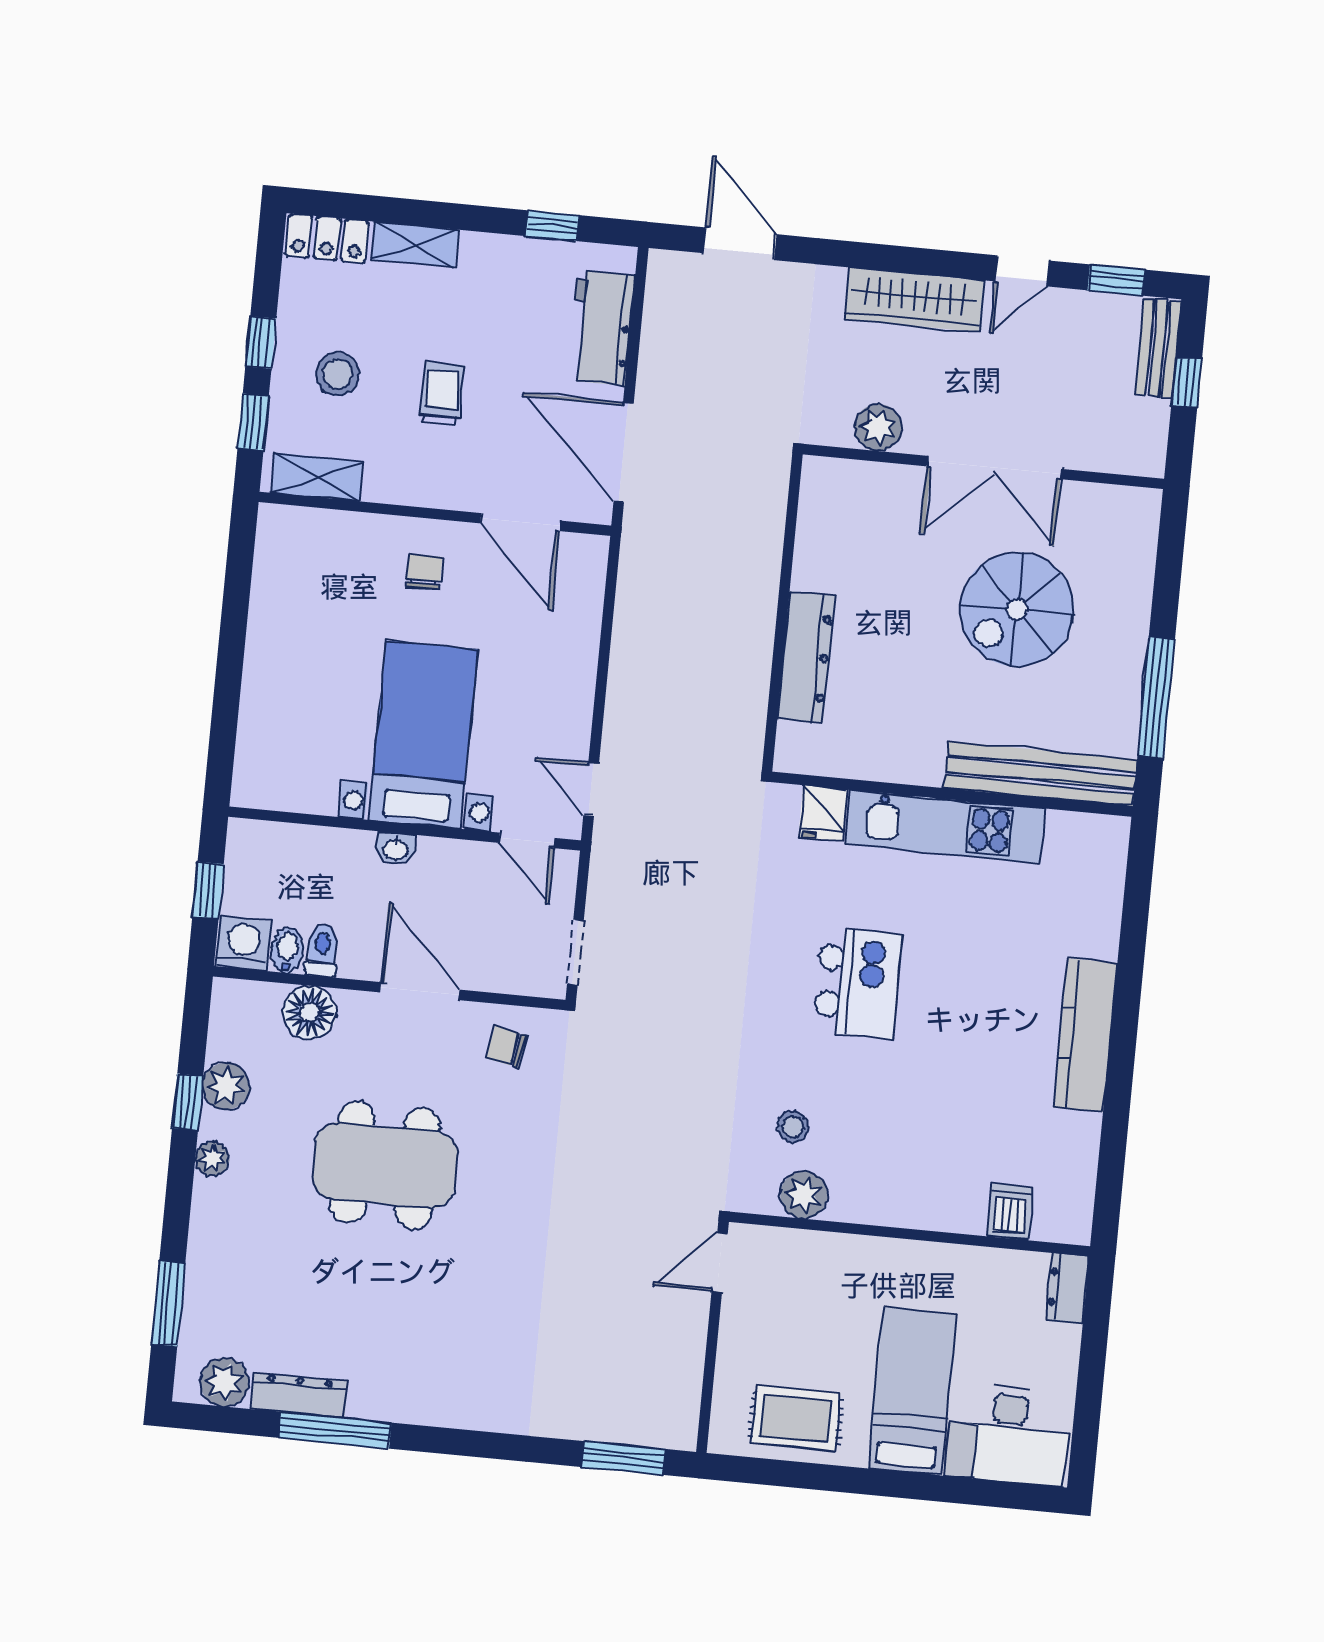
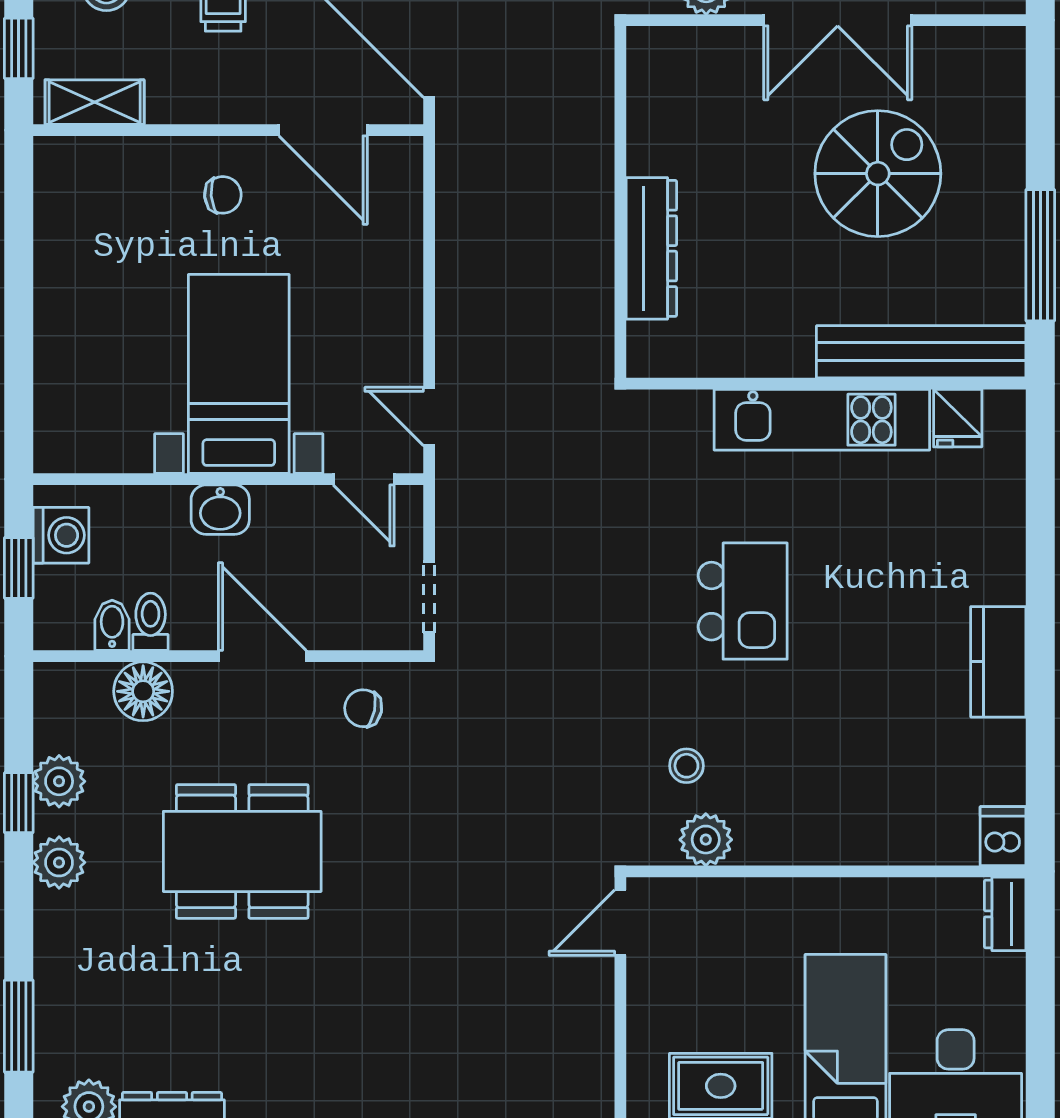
chair: (424, 572) -> (223, 195), turned 85
spiral stairs: (1017, 609) -> (878, 174), turned 180
fridge: (823, 813) -> (958, 418), moved
washbasin: (395, 848) -> (220, 510), width x1.38, depth x1.45
washing machine: (243, 943) -> (61, 535), moved, turned 90
kitchen counter: (1085, 1035) -> (998, 662), width x0.67
plant: (212, 1159) -> (59, 862), width x1.38, depth x1.38
dishwasher: (1010, 1212) -> (1003, 836), moved

